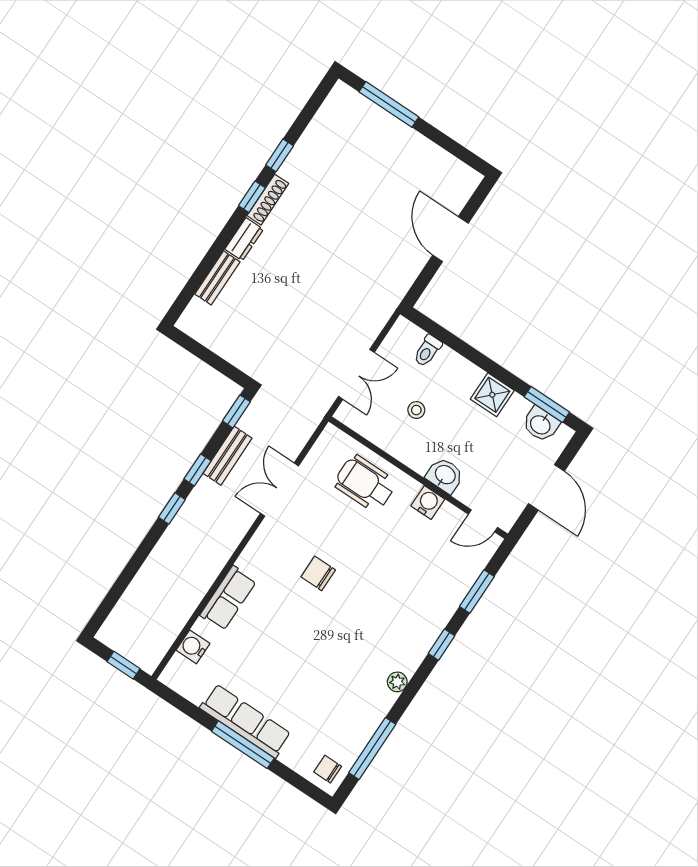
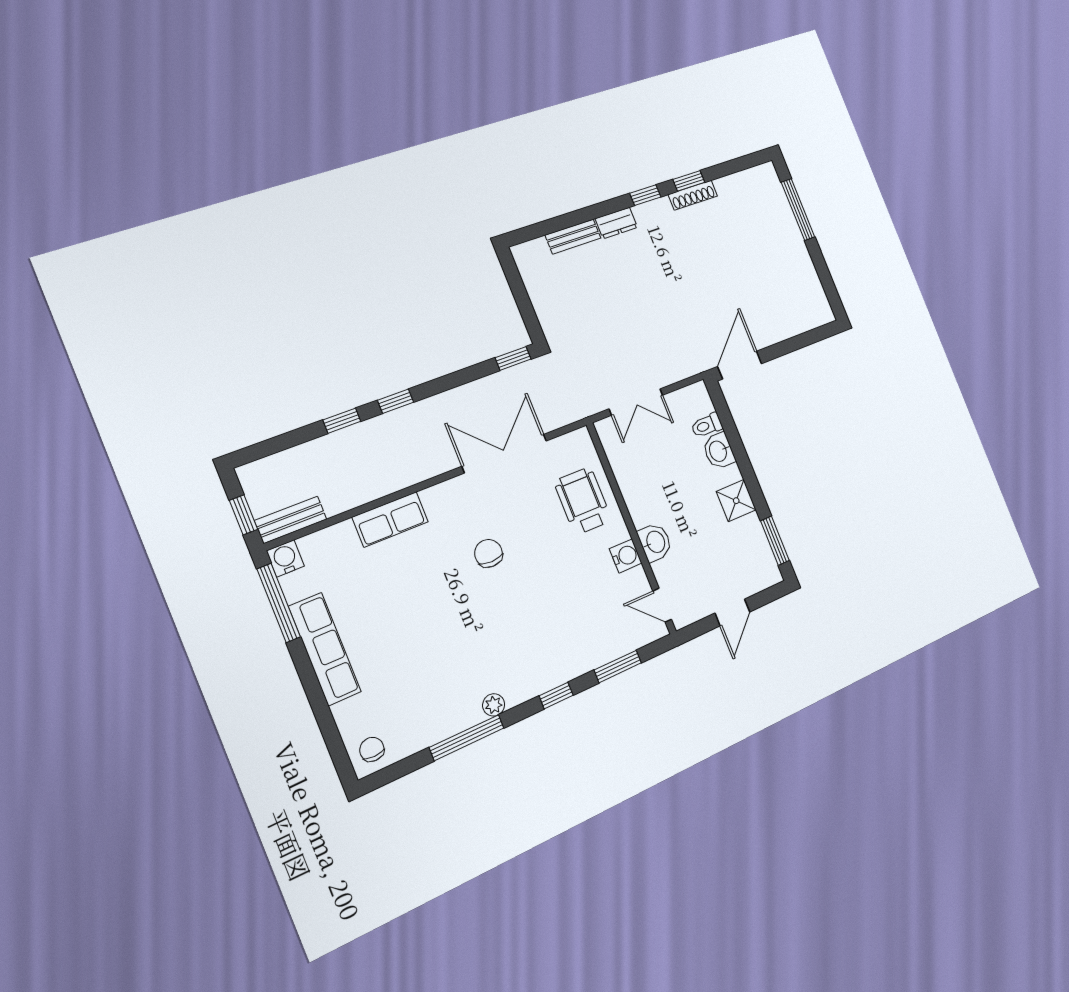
shoe rack: (268, 200) -> (693, 195), moved
door: (450, 239) -> (740, 365), moved
stool: (416, 410) -> (666, 469), removed
washbasin: (541, 424) -> (719, 451), moved
bench: (228, 456) -> (291, 520), moved
window: (197, 470) -> (342, 421), moved
door: (546, 487) -> (732, 612), width x0.73
double door: (279, 490) -> (505, 453), width x1.37
water cooler: (193, 647) -> (285, 558), moved
window: (243, 745) -> (279, 603), moved
window: (372, 749) -> (467, 738), moved

